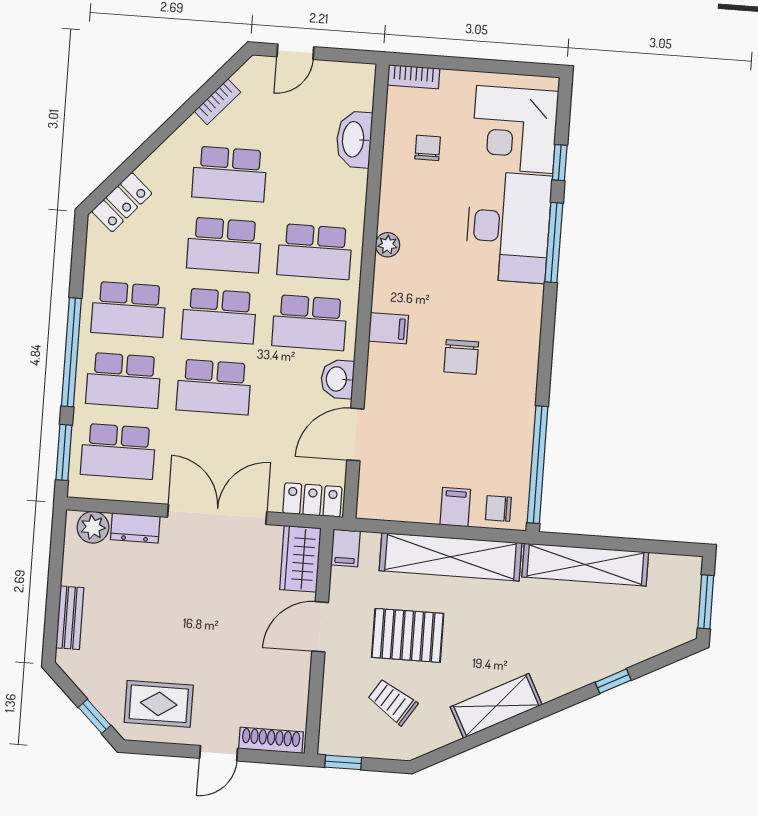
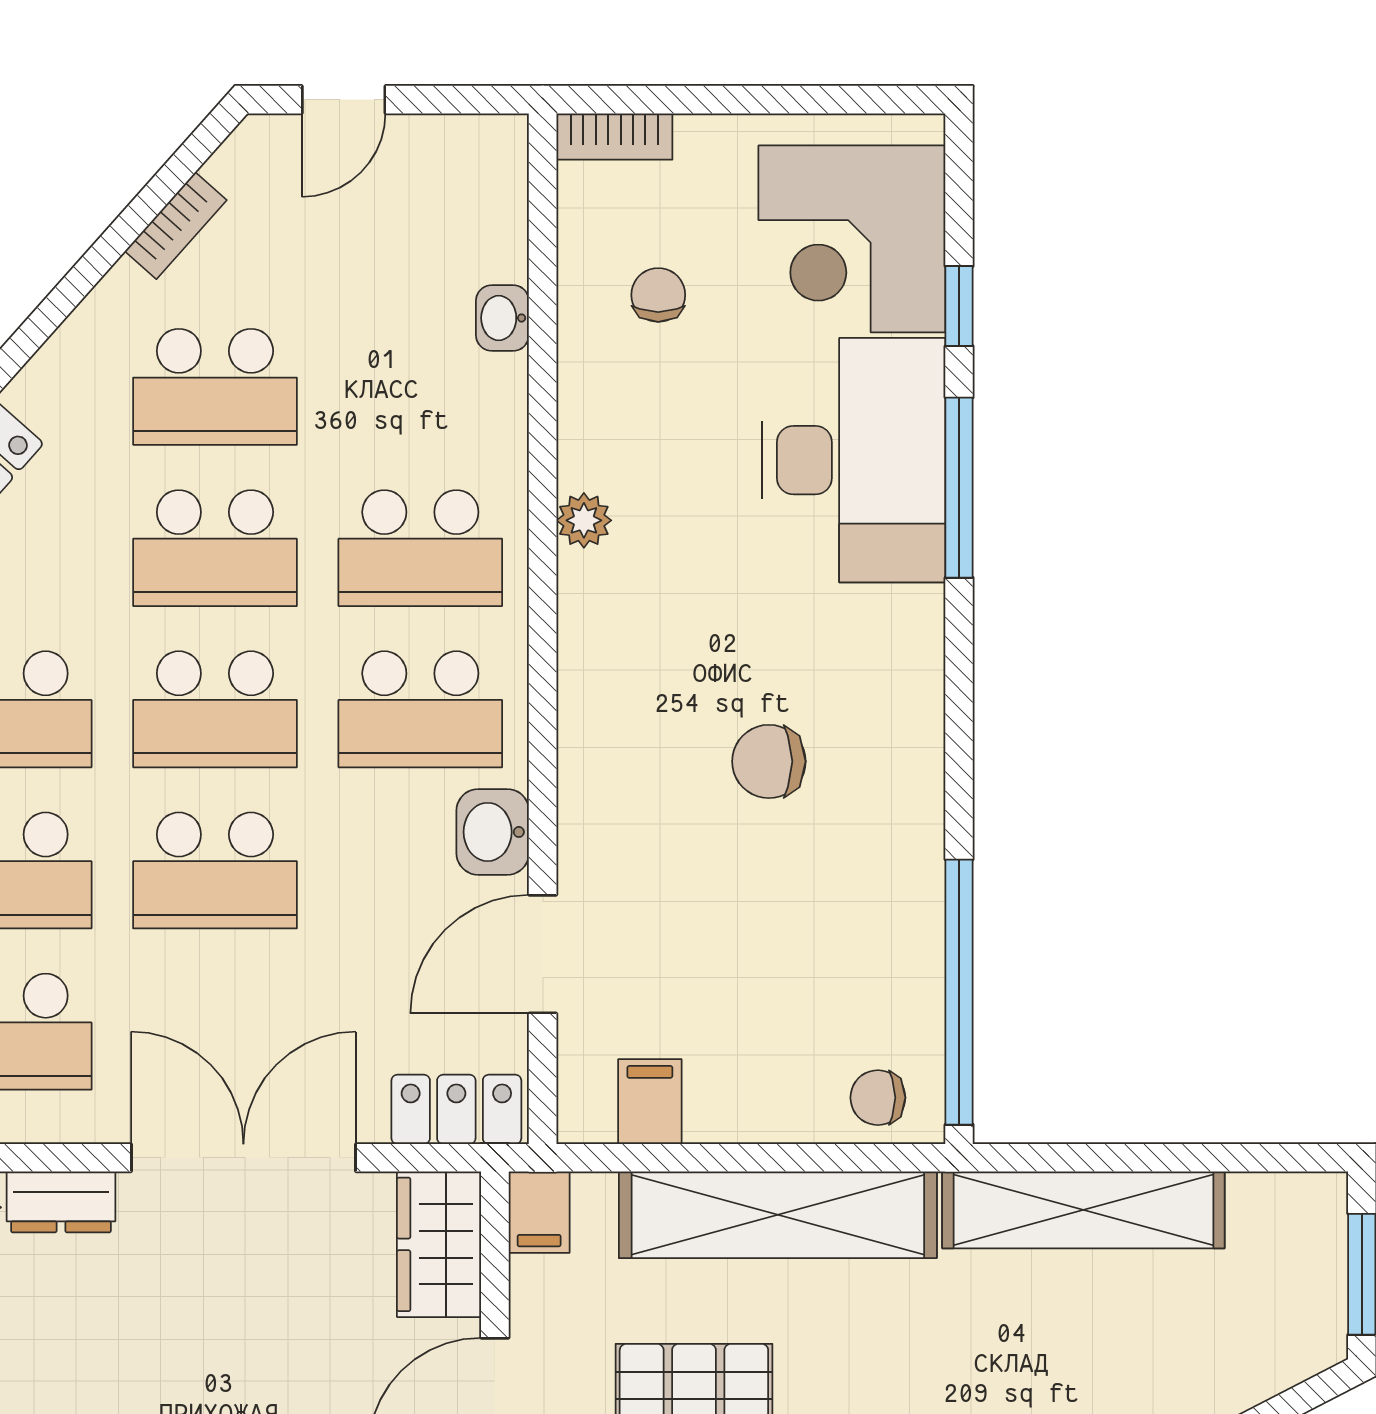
washbasin: (354, 139) -> (502, 318), width x0.52, depth x0.69
filing cabinet: (388, 328) -> (600, 709), removed
chair: (461, 357) -> (769, 761), turned 90
filing cabinet: (455, 507) -> (650, 1102), moved

